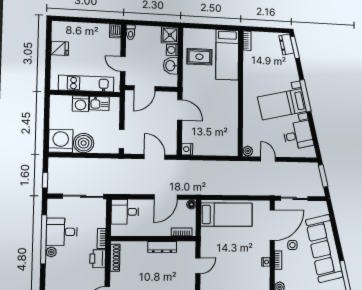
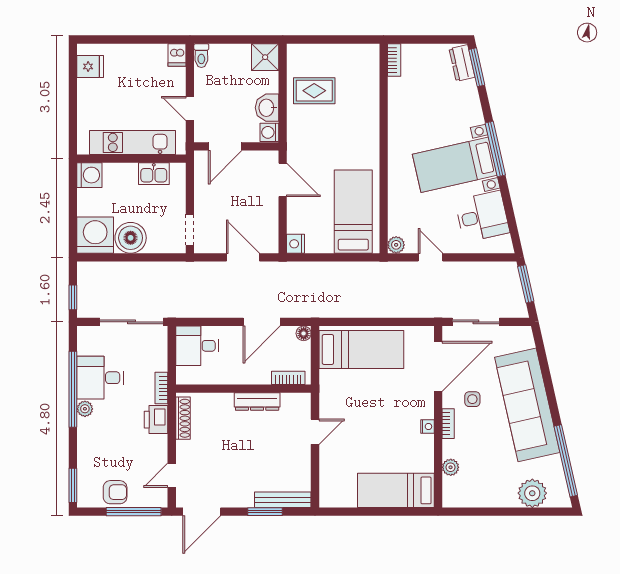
fridge: (60, 48) -> (90, 66), moved
washing machine: (172, 50) -> (269, 132), moved
bed: (227, 55) -> (353, 212), moved, turned 180
washing machine: (80, 104) -> (89, 175), moved, turned -90

